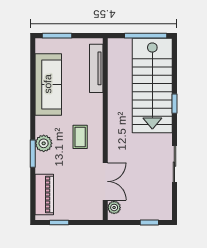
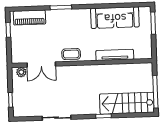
tv unit: (96, 68) -> (115, 55), moved
stairs: (152, 85) -> (127, 103), width x0.73, depth x0.66
coffee table: (80, 137) -> (71, 54), moved
plant: (44, 143) -> (69, 16), removed

